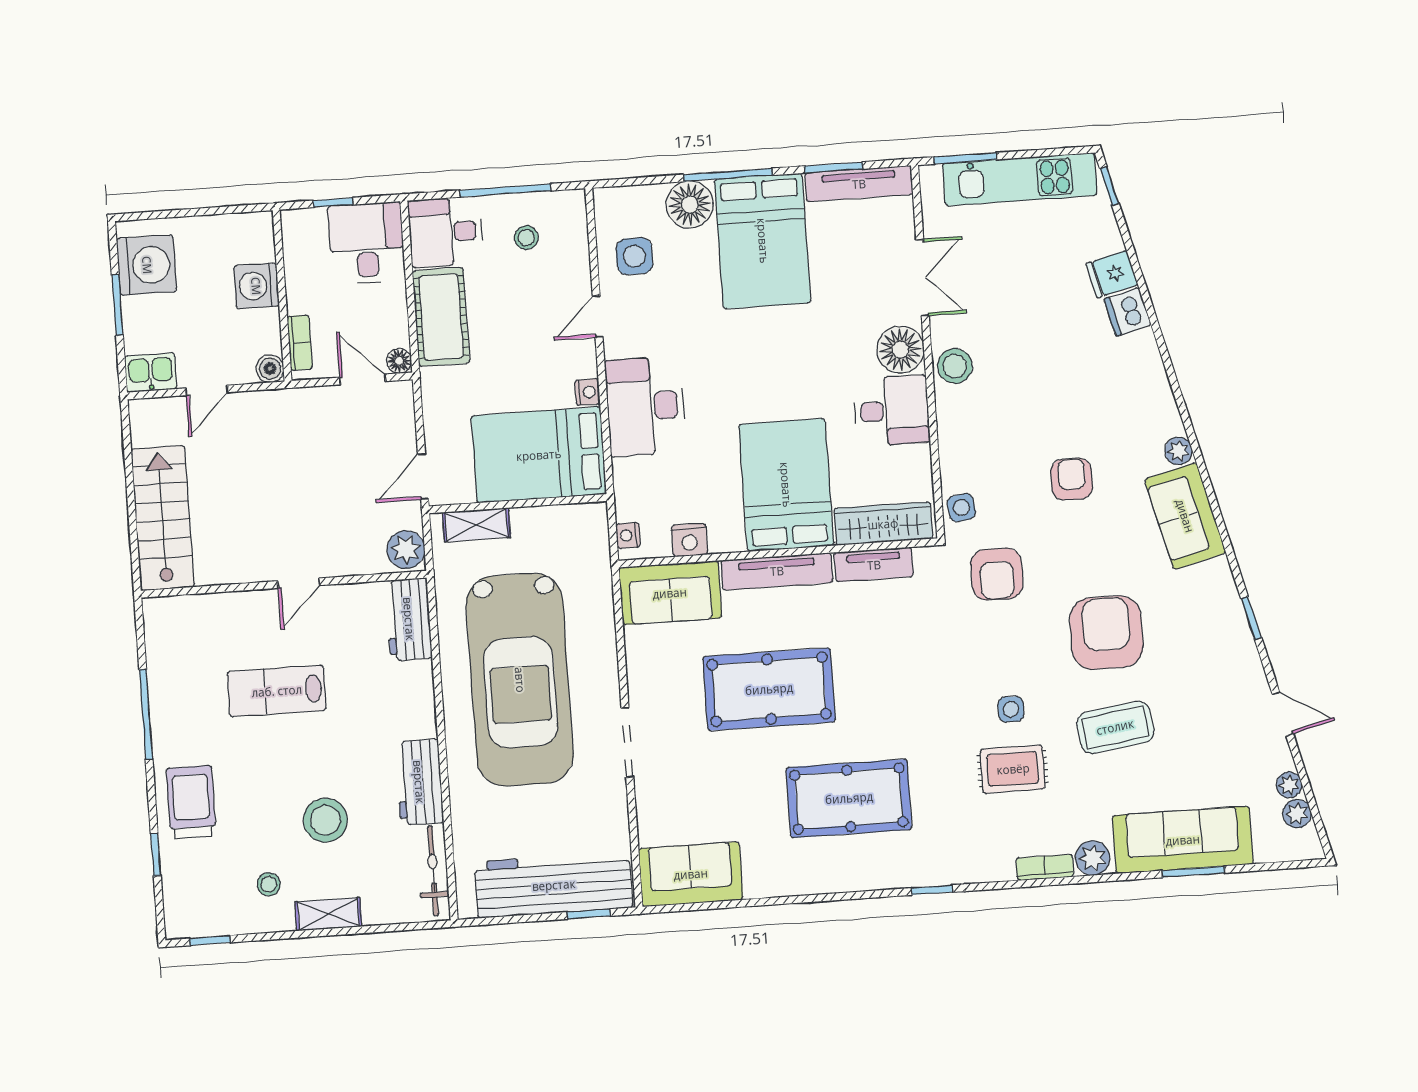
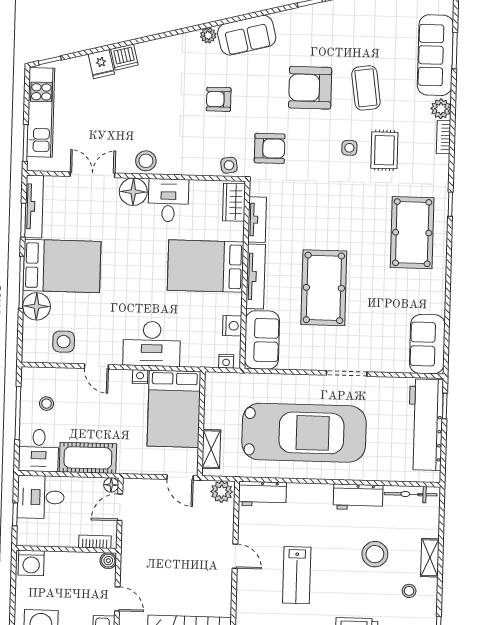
washing machine: (256, 286) -> (31, 563), moved
wardrobe: (883, 524) -> (234, 202), width x0.67
pool table: (849, 798) -> (412, 233), moved

